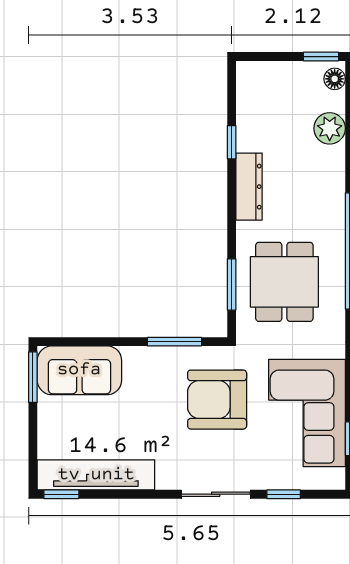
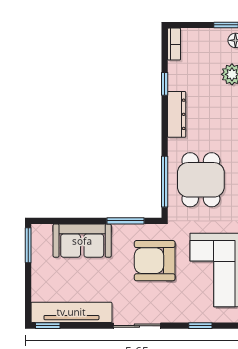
bookcase: (245, 84) -> (174, 44), added
window: (232, 284) -> (165, 182), width x1.44
sofa: (79, 370) -> (82, 241), moved
sliding door: (216, 494) -> (137, 326), moved

